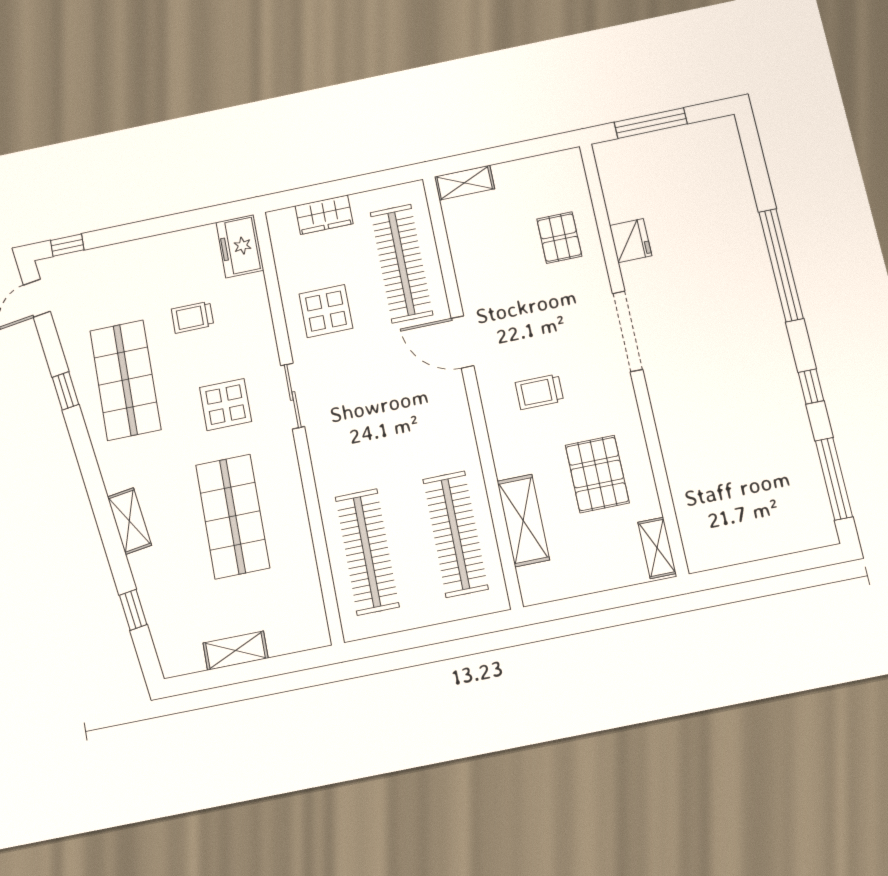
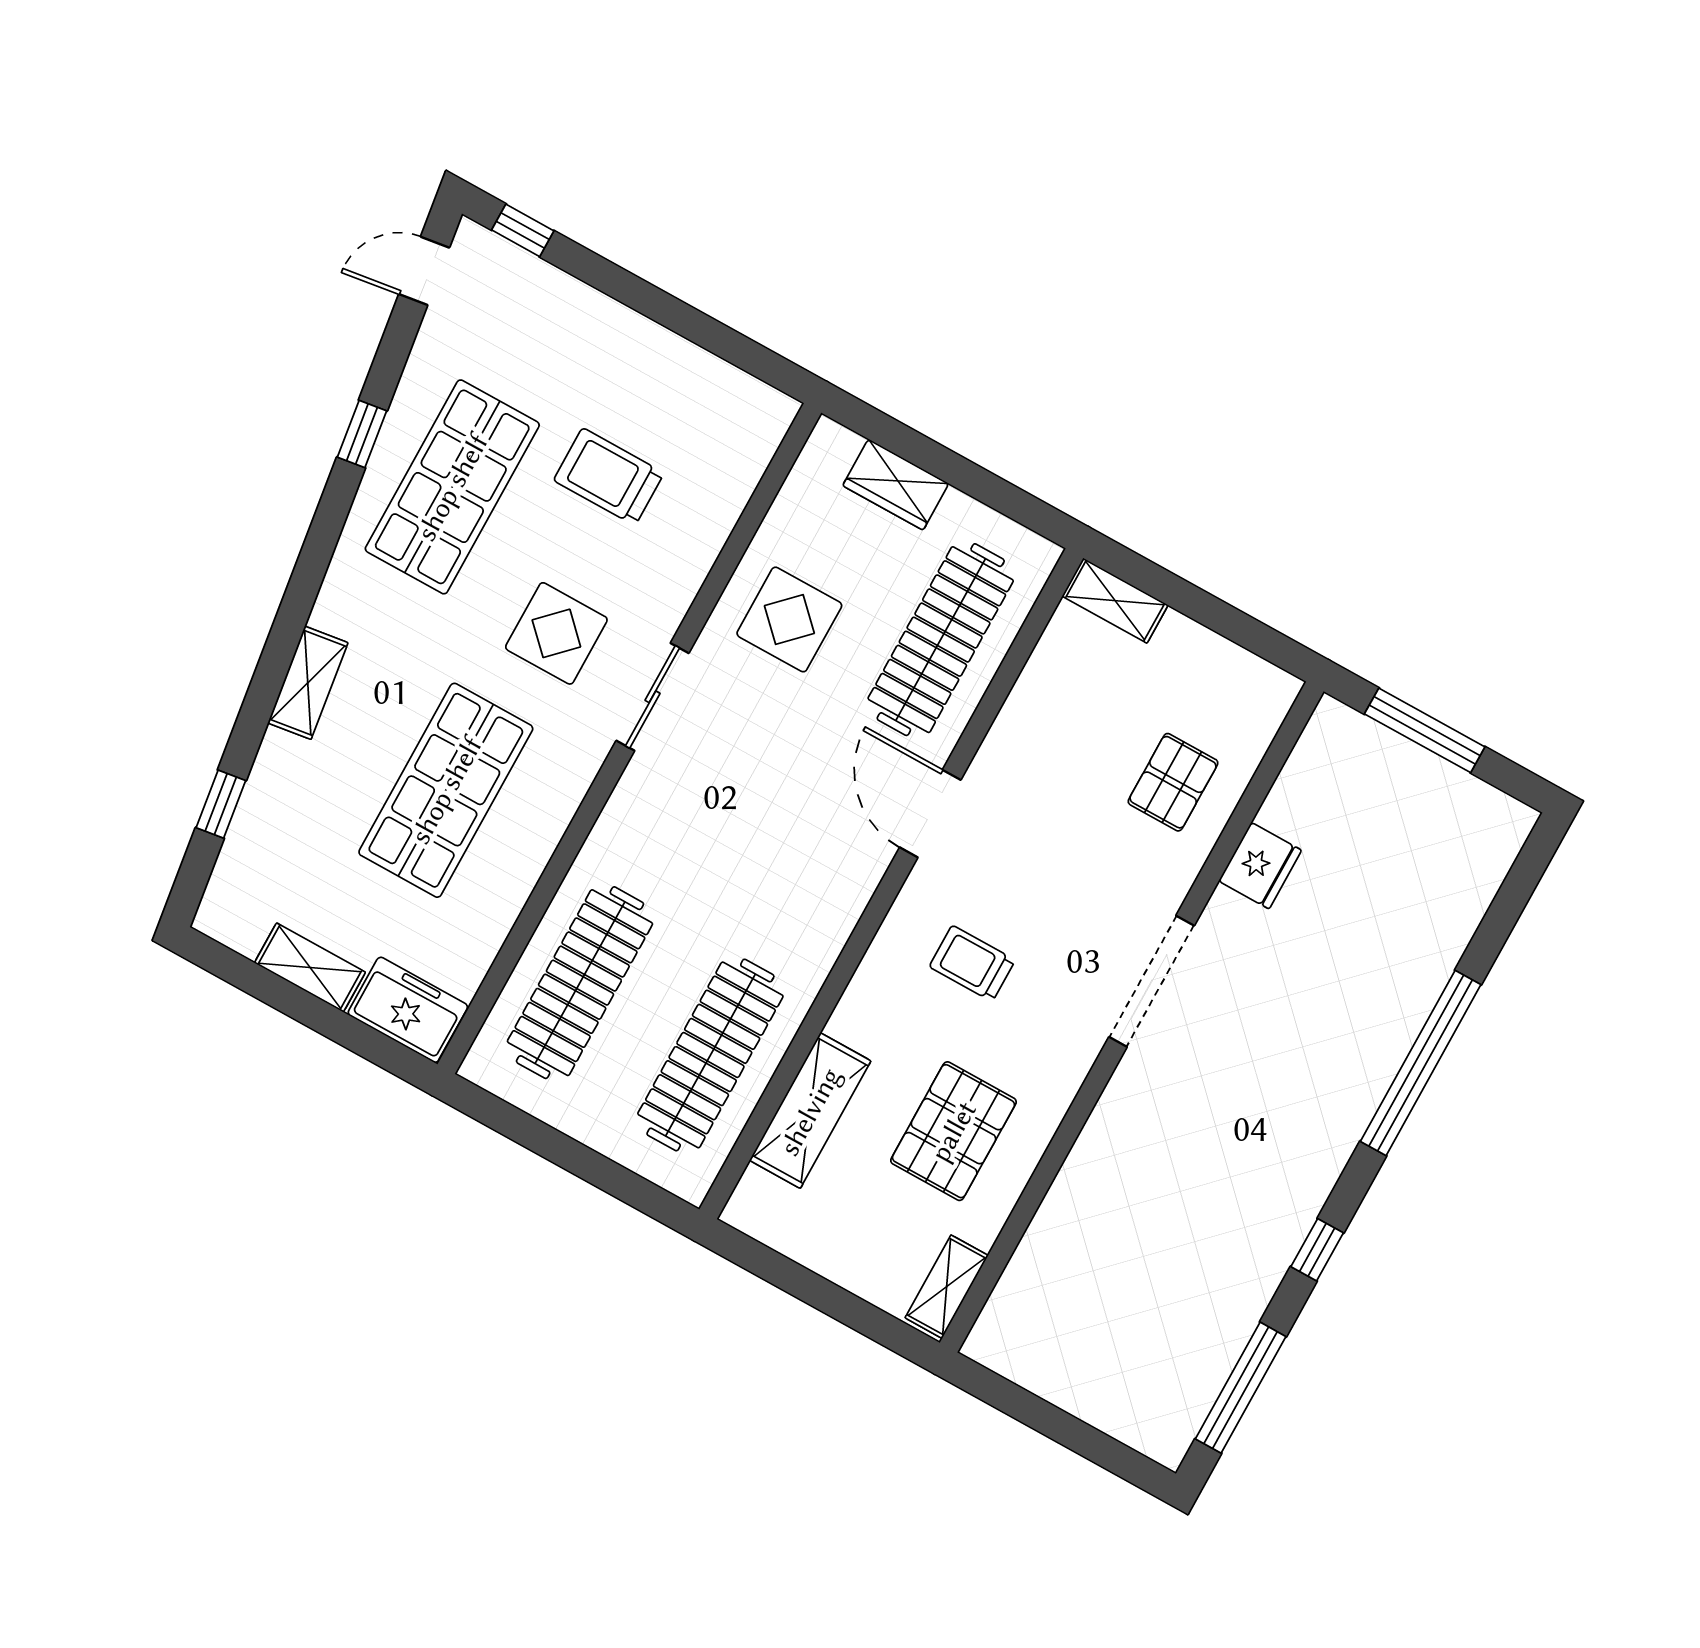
freezer: (240, 246) -> (408, 1010), moved, turned 90
trolley: (193, 317) -> (609, 477), width x1.36, depth x1.39

